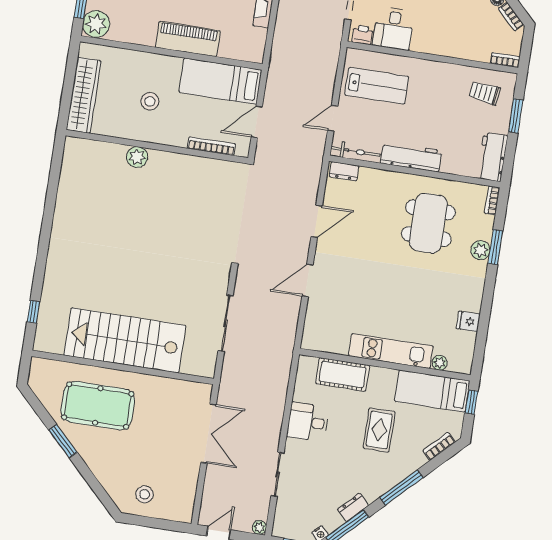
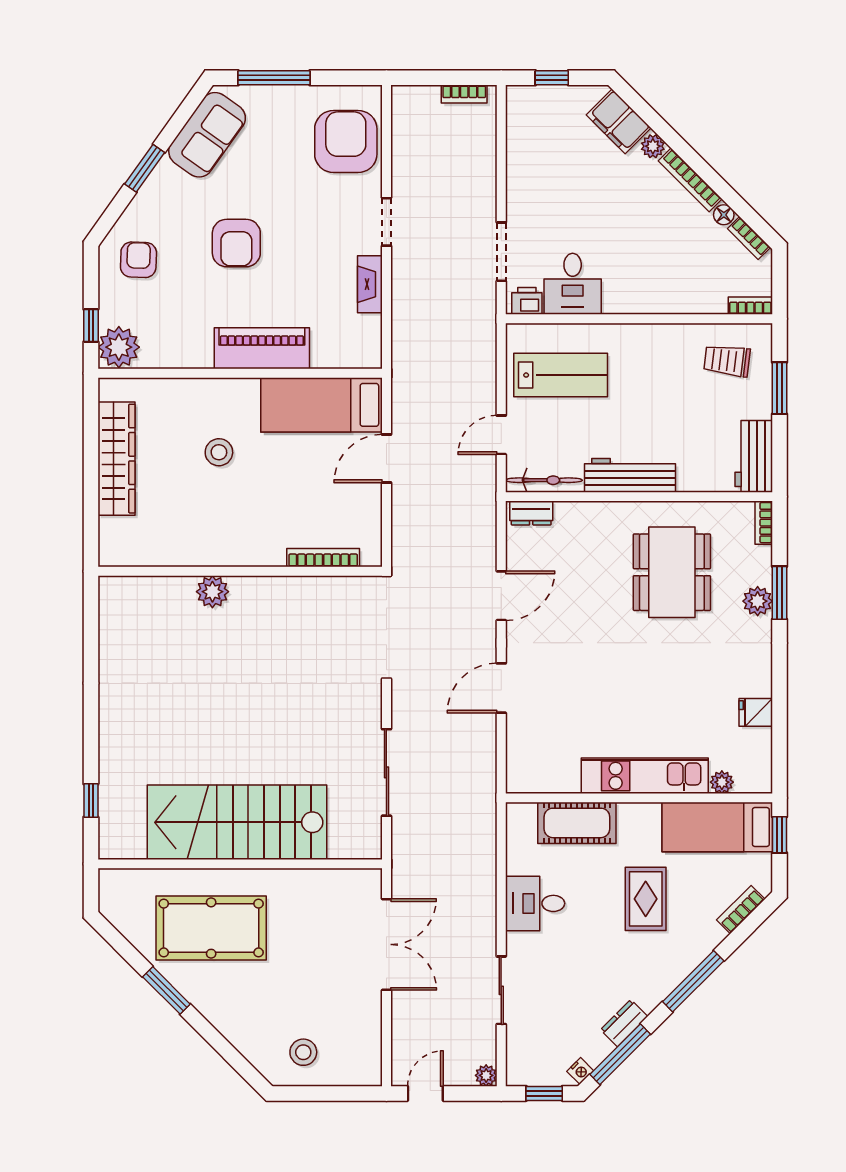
bookcase: (211, 146) -> (323, 558), moved
wall: (157, 147) -> (240, 571), moved
plant: (137, 157) -> (212, 592), moved

